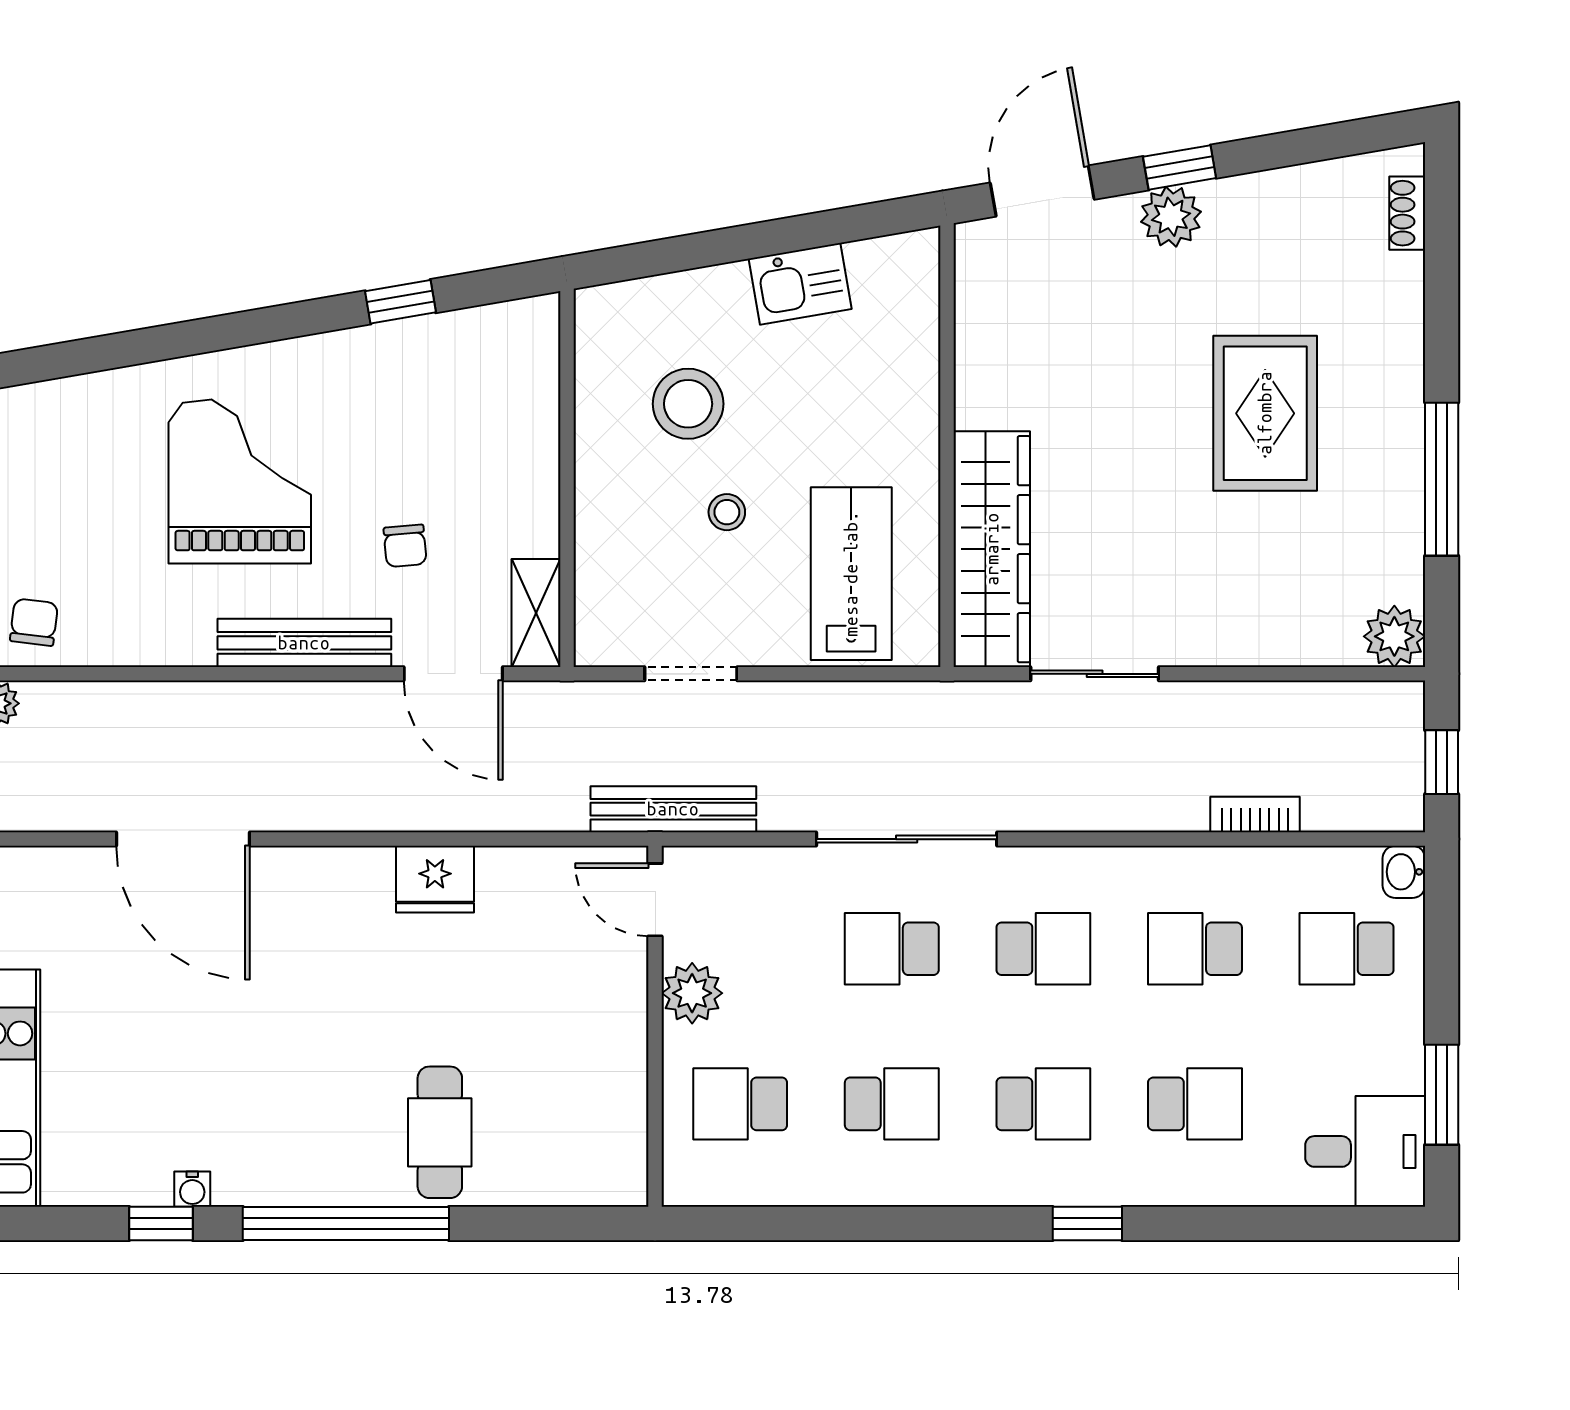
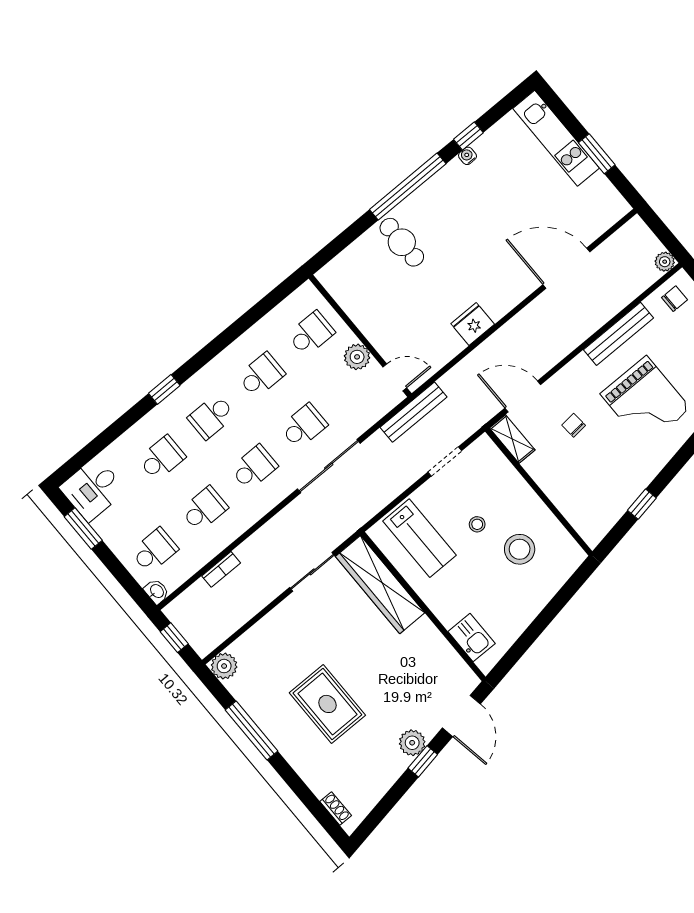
kitchen sink: (800, 284) -> (472, 638), moved, turned 100
chair: (34, 622) -> (675, 299), turned -97
bench: (304, 643) -> (618, 334), moved
school desk: (1043, 949) -> (254, 468), turned 180
school desk: (892, 1104) -> (261, 375), turned 180
school desk: (1195, 1104) -> (162, 458), turned 180

